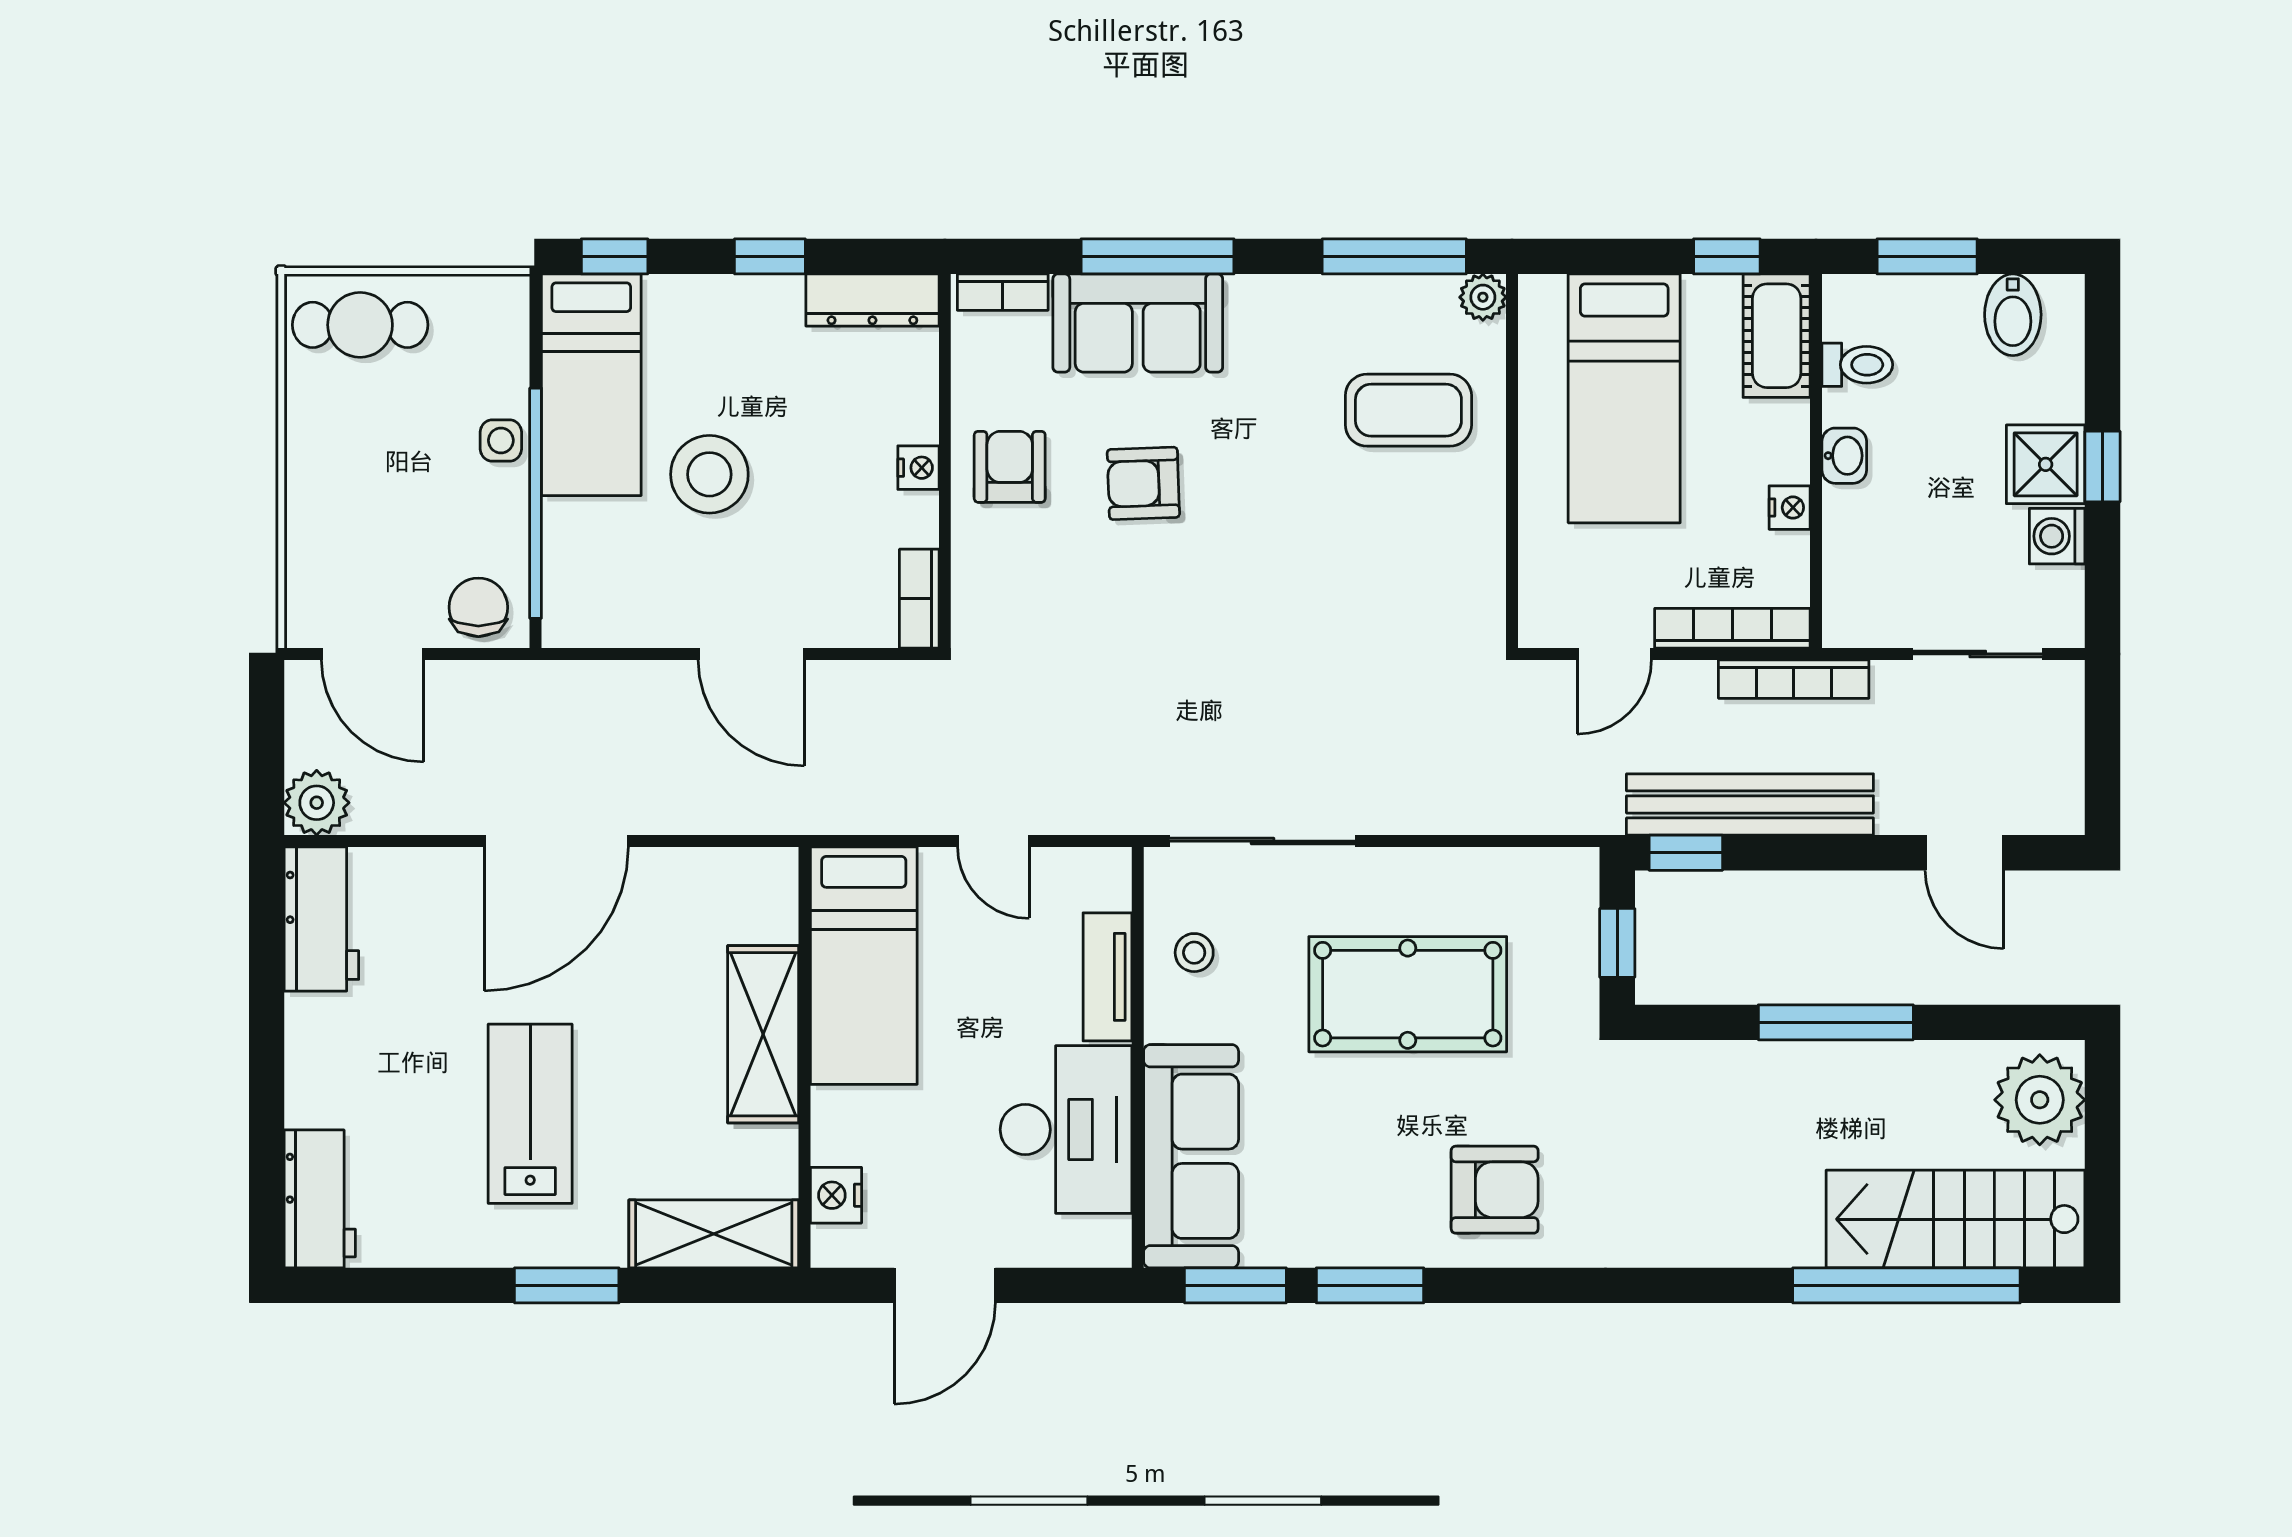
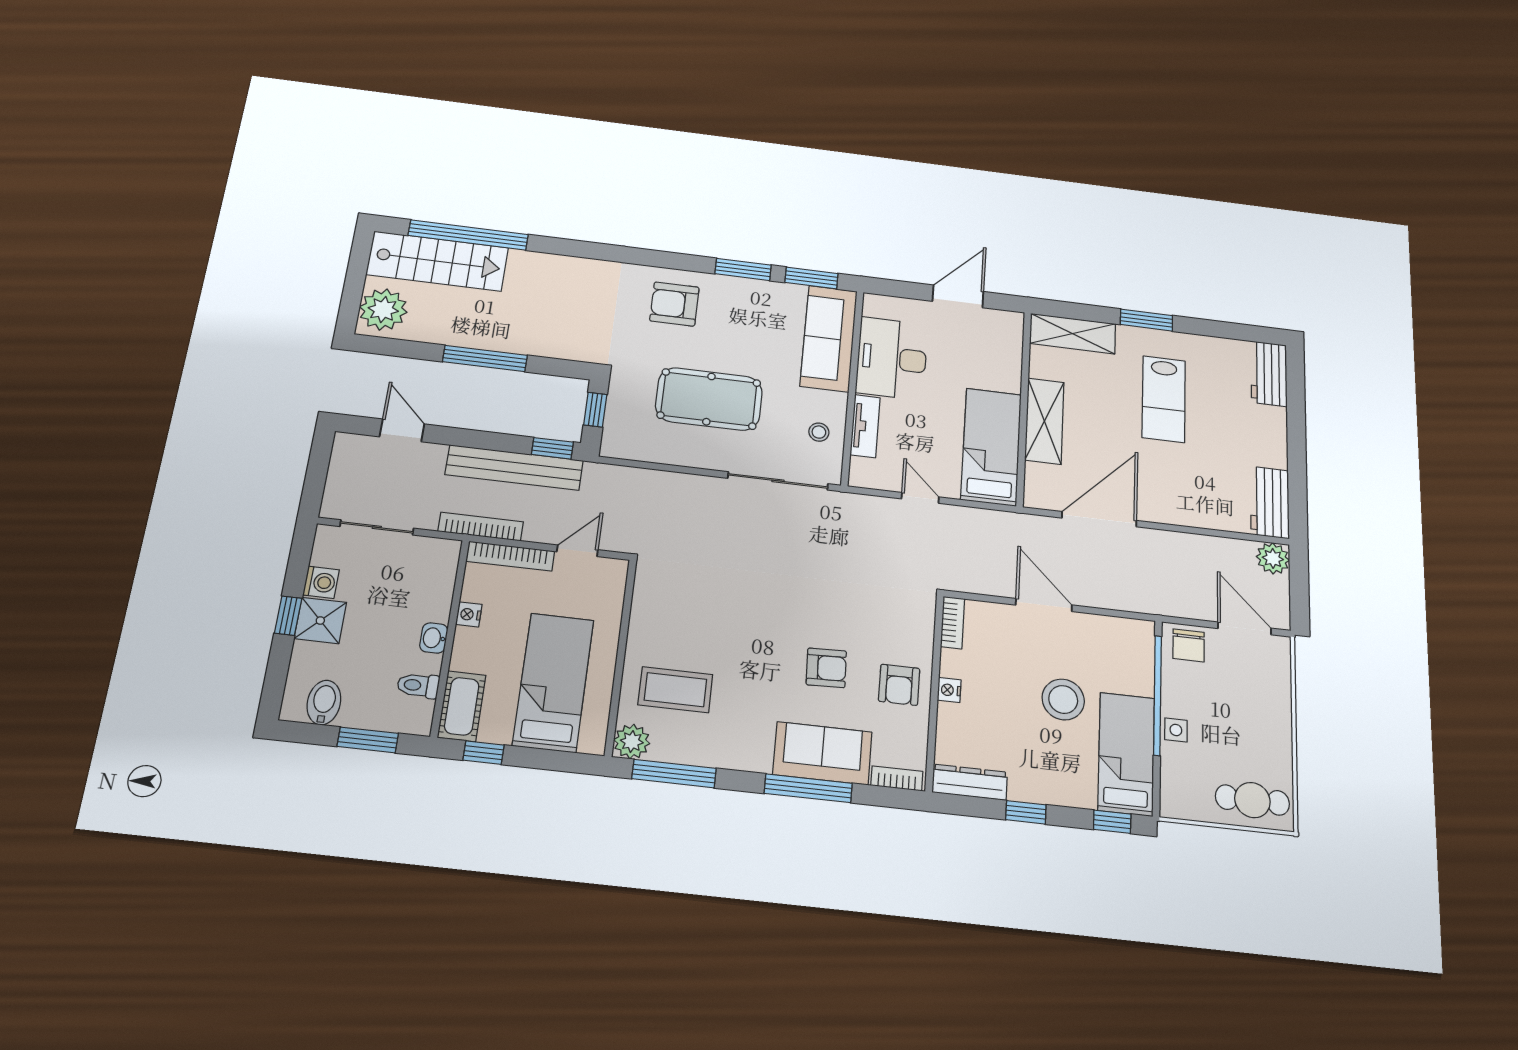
plant: (1483, 297) -> (632, 742), width x1.38, depth x1.38
door: (556, 841) -> (1099, 519), moved
nightstand: (836, 1195) -> (1011, 343), removed

